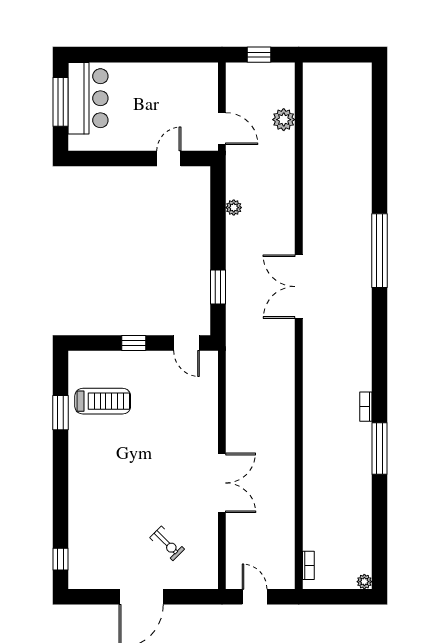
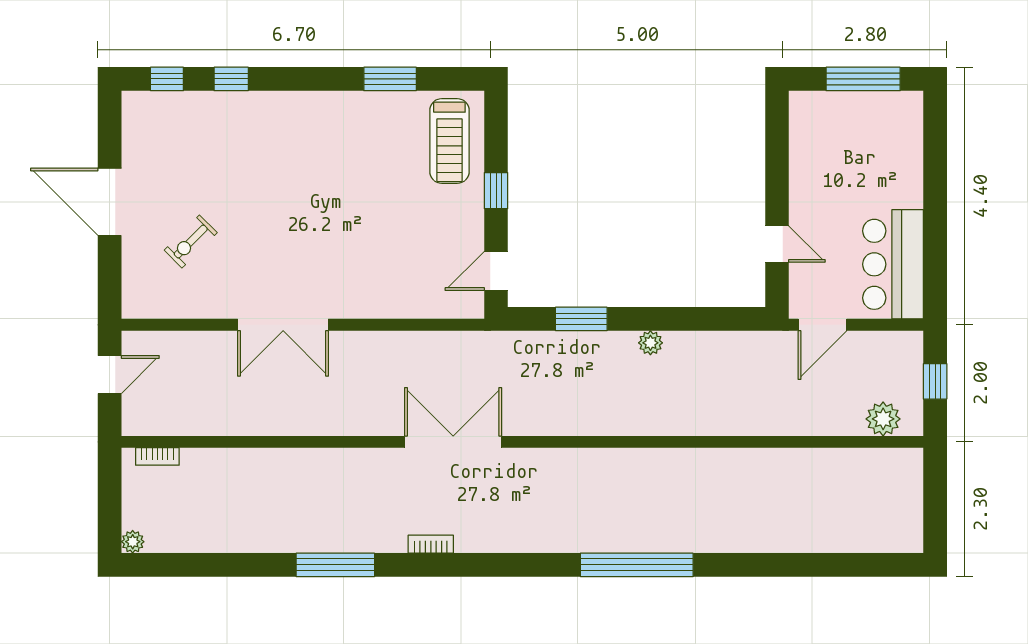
bar counter: (88, 98) -> (893, 264), moved, turned 90
plant: (284, 120) -> (883, 419), moved
plant: (234, 208) -> (650, 343), moved
double door: (299, 287) -> (453, 442), moved
treadmill: (103, 401) -> (449, 141), moved
bookcase: (366, 407) -> (431, 544), moved
window: (60, 517) -> (231, 79), added

